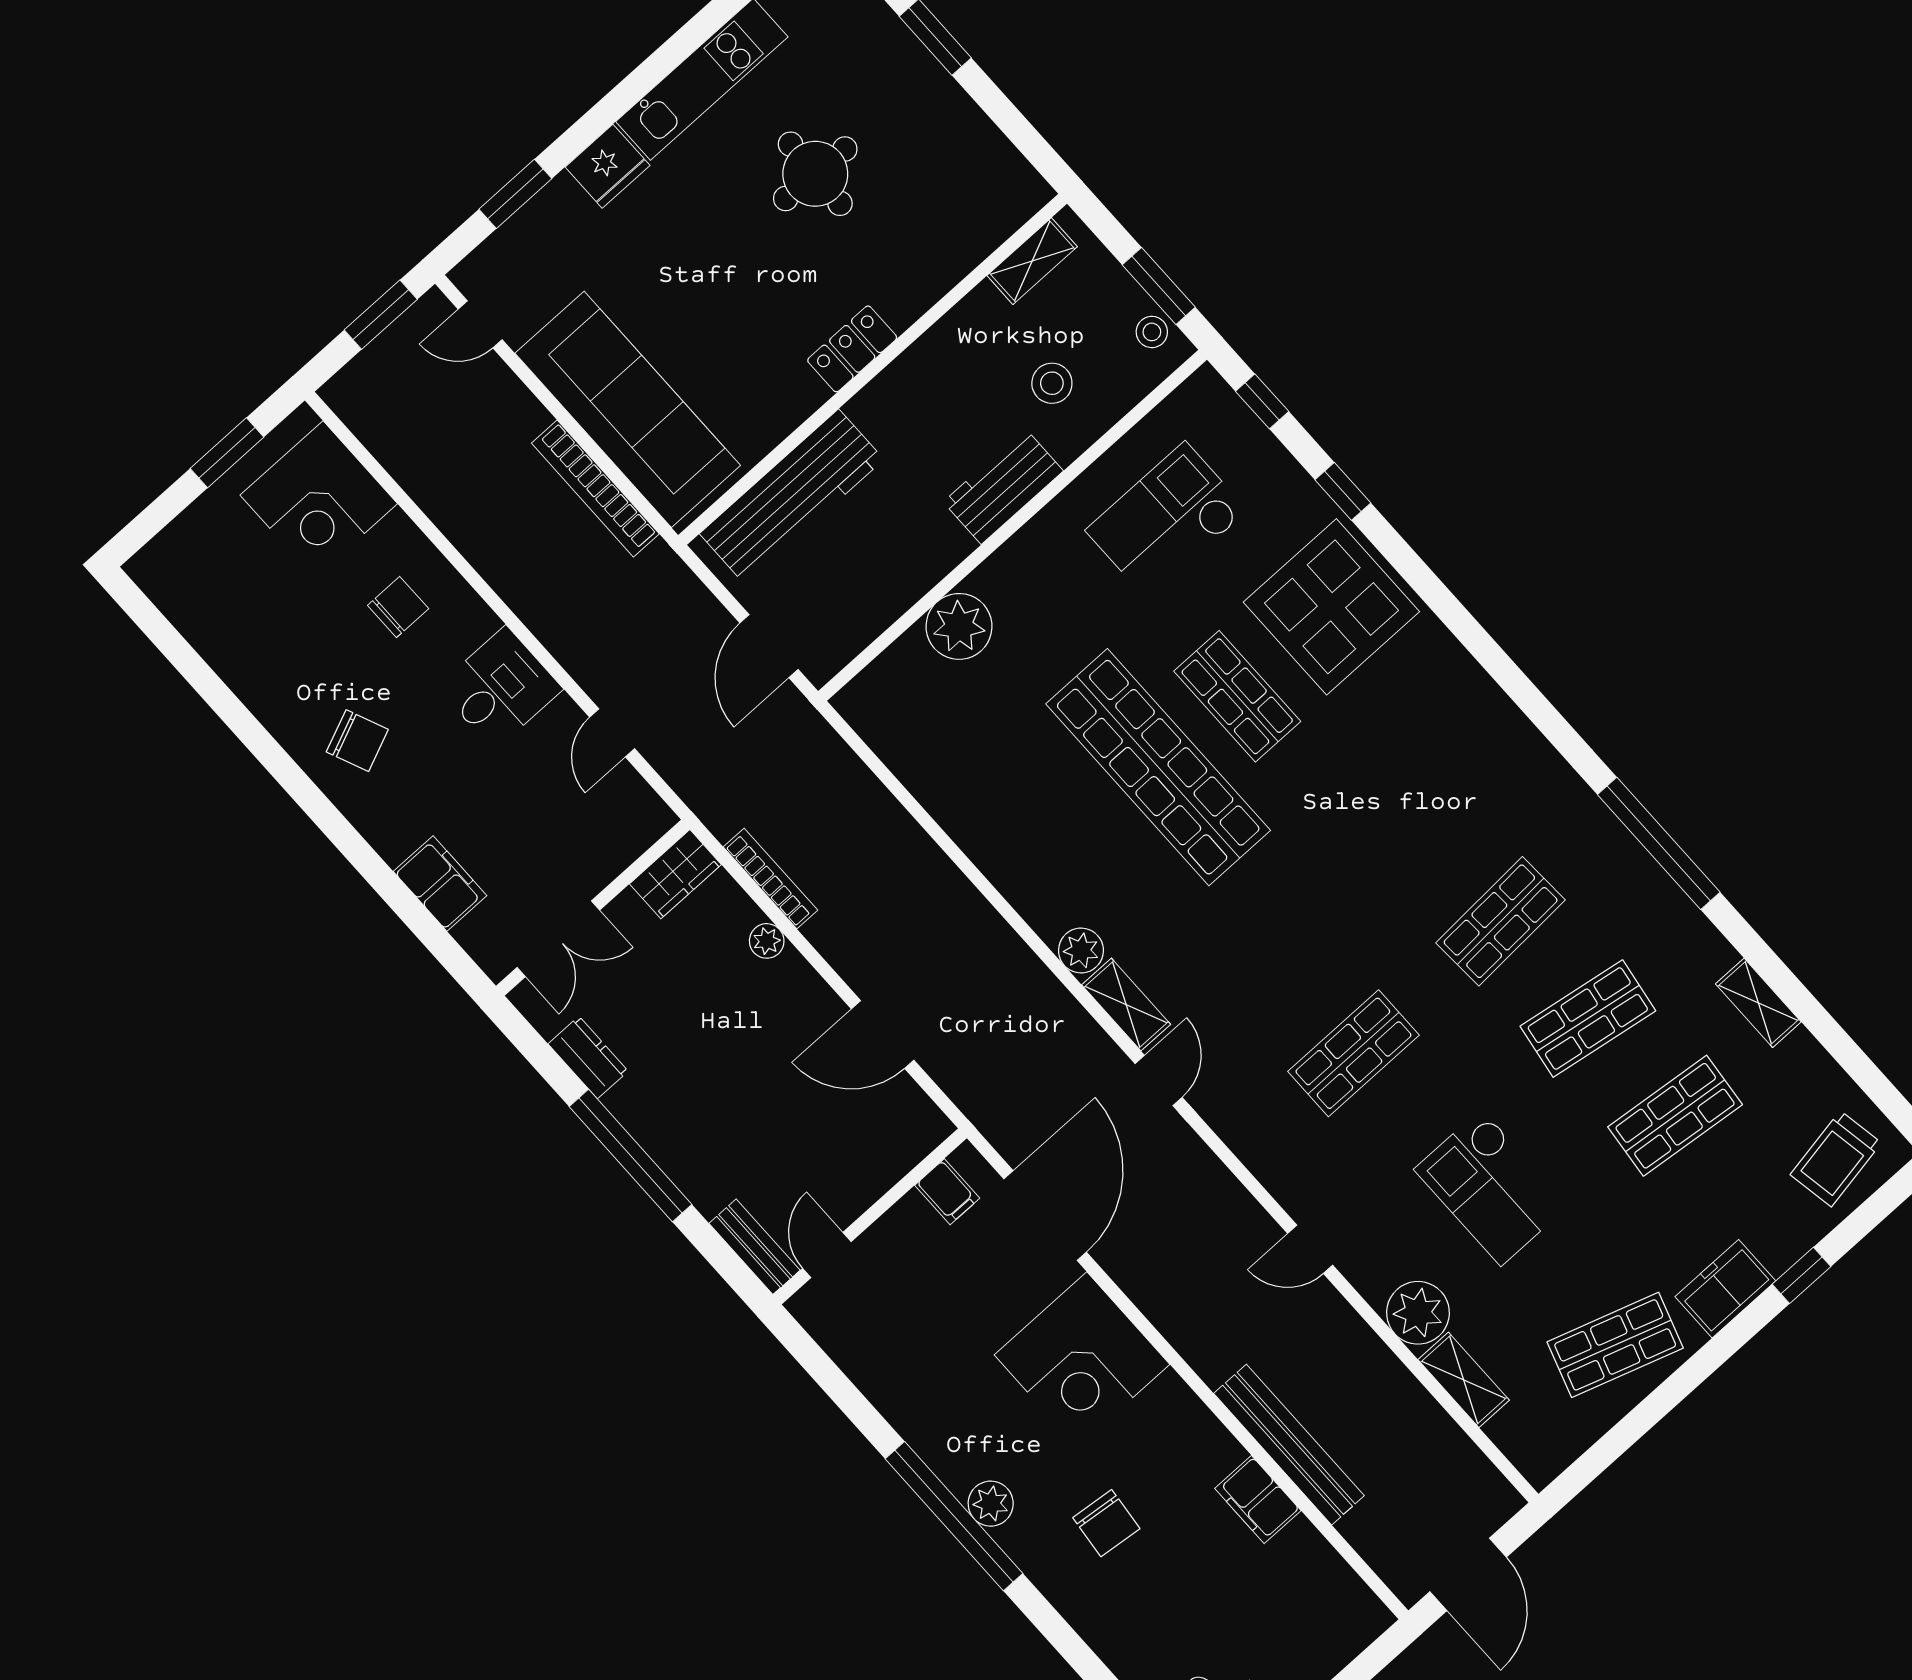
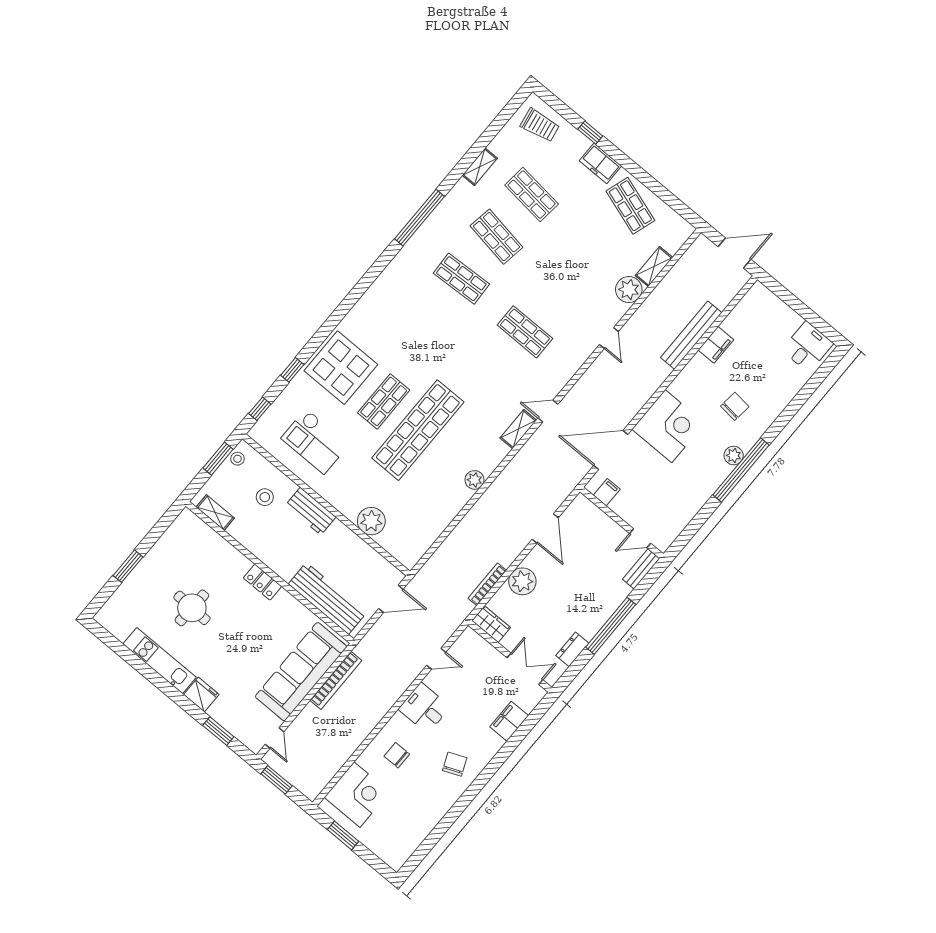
plant: (767, 941) -> (522, 581), width x1.88, depth x1.88
plant: (1081, 951) -> (474, 480), moved
checkout: (1491, 1187) -> (572, 267), removed

